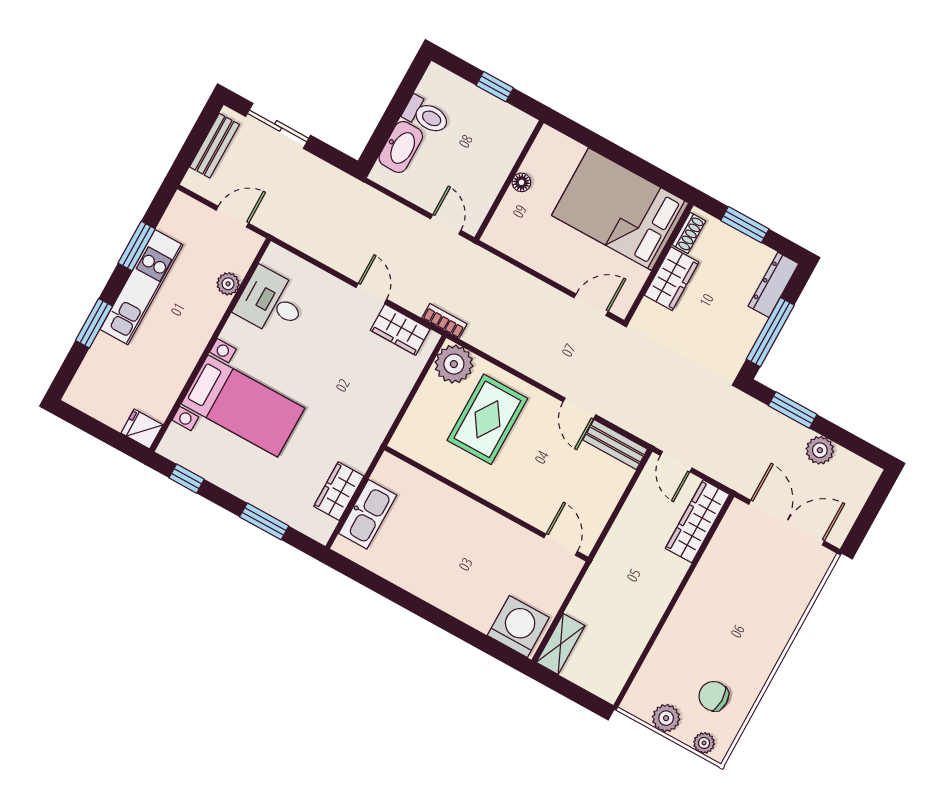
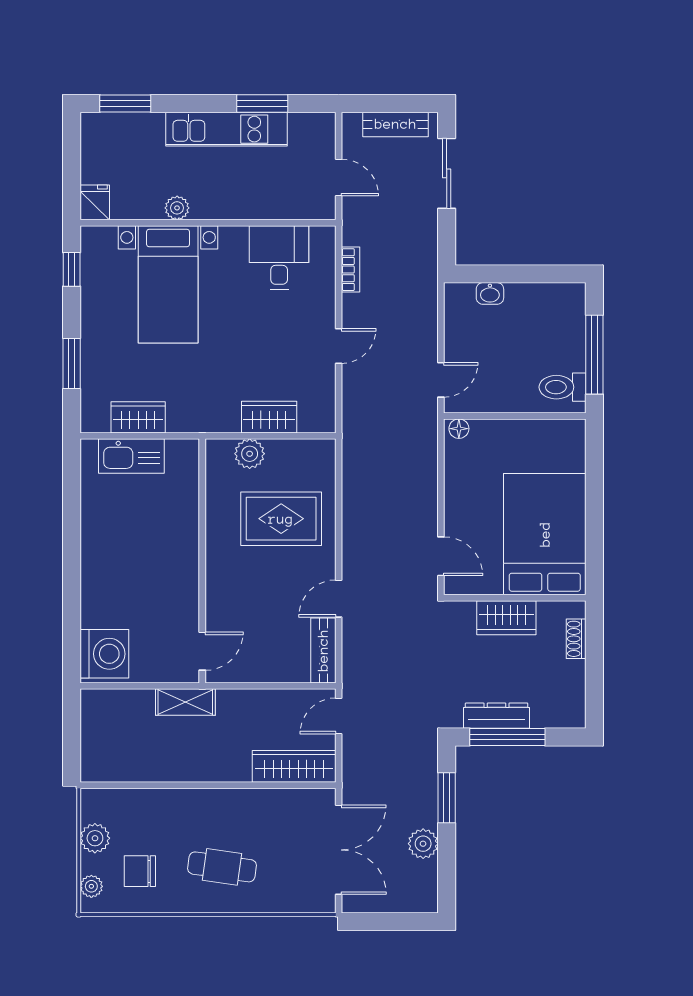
window: (495, 87) -> (594, 355), width x2.17
toilet: (426, 115) -> (562, 387), moved, turned 90
washbasin: (401, 147) -> (490, 293), width x0.52, depth x0.69
floor lamp: (521, 182) -> (459, 429), moved
window: (745, 225) -> (594, 658), removed
shoe rack: (689, 233) -> (576, 639), moved, turned 90
plant: (228, 284) -> (177, 208), moved
dresser: (773, 285) -> (497, 716), moved
bookcase: (444, 321) -> (350, 270), moved
window: (94, 323) -> (125, 104), moved
wardrobe: (400, 330) -> (269, 417), moved, turned 90
plant: (454, 364) -> (250, 454), moved, width x0.73, depth x0.73
cafe table: (748, 627) -> (222, 867), added
shelving: (561, 644) -> (185, 702), moved
chair: (714, 696) -> (140, 871), turned -90

